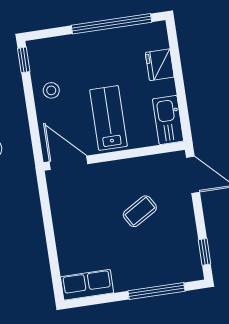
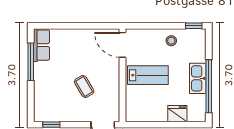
kitchen sink: (168, 120) -> (198, 78), moved, turned -90
door: (68, 163) -> (123, 45), swing flipped
window: (157, 291) -> (31, 62), moved

